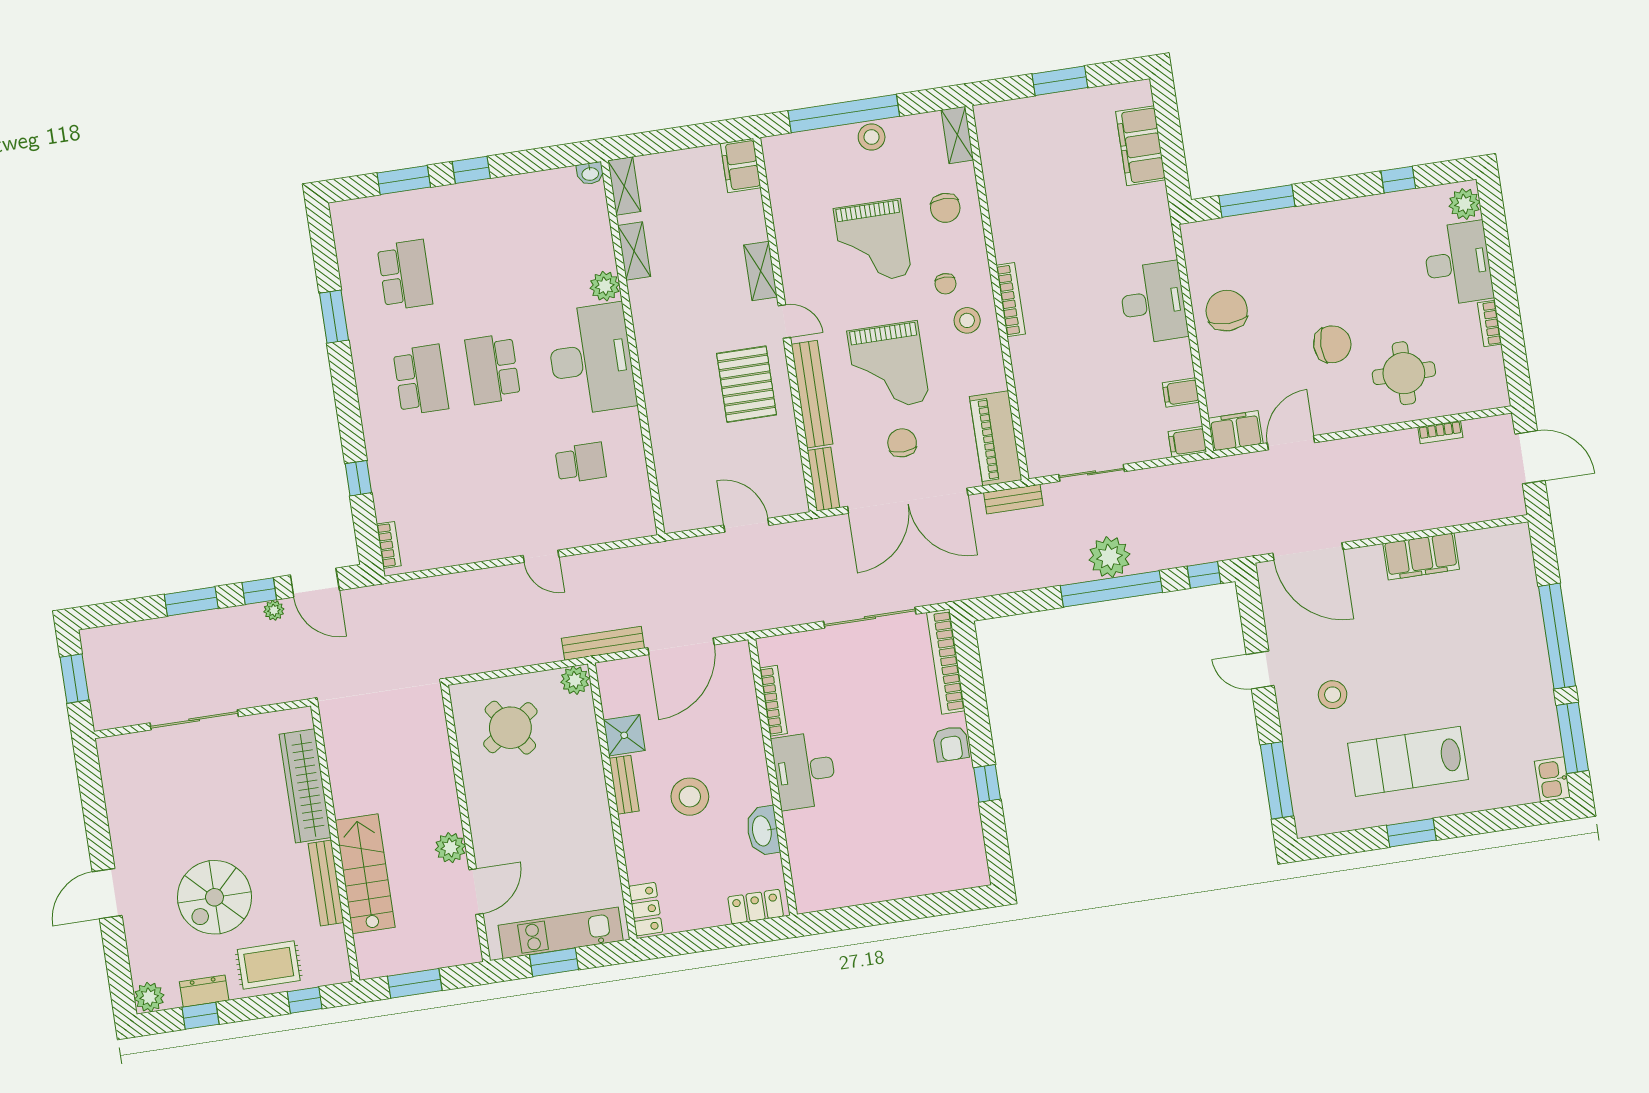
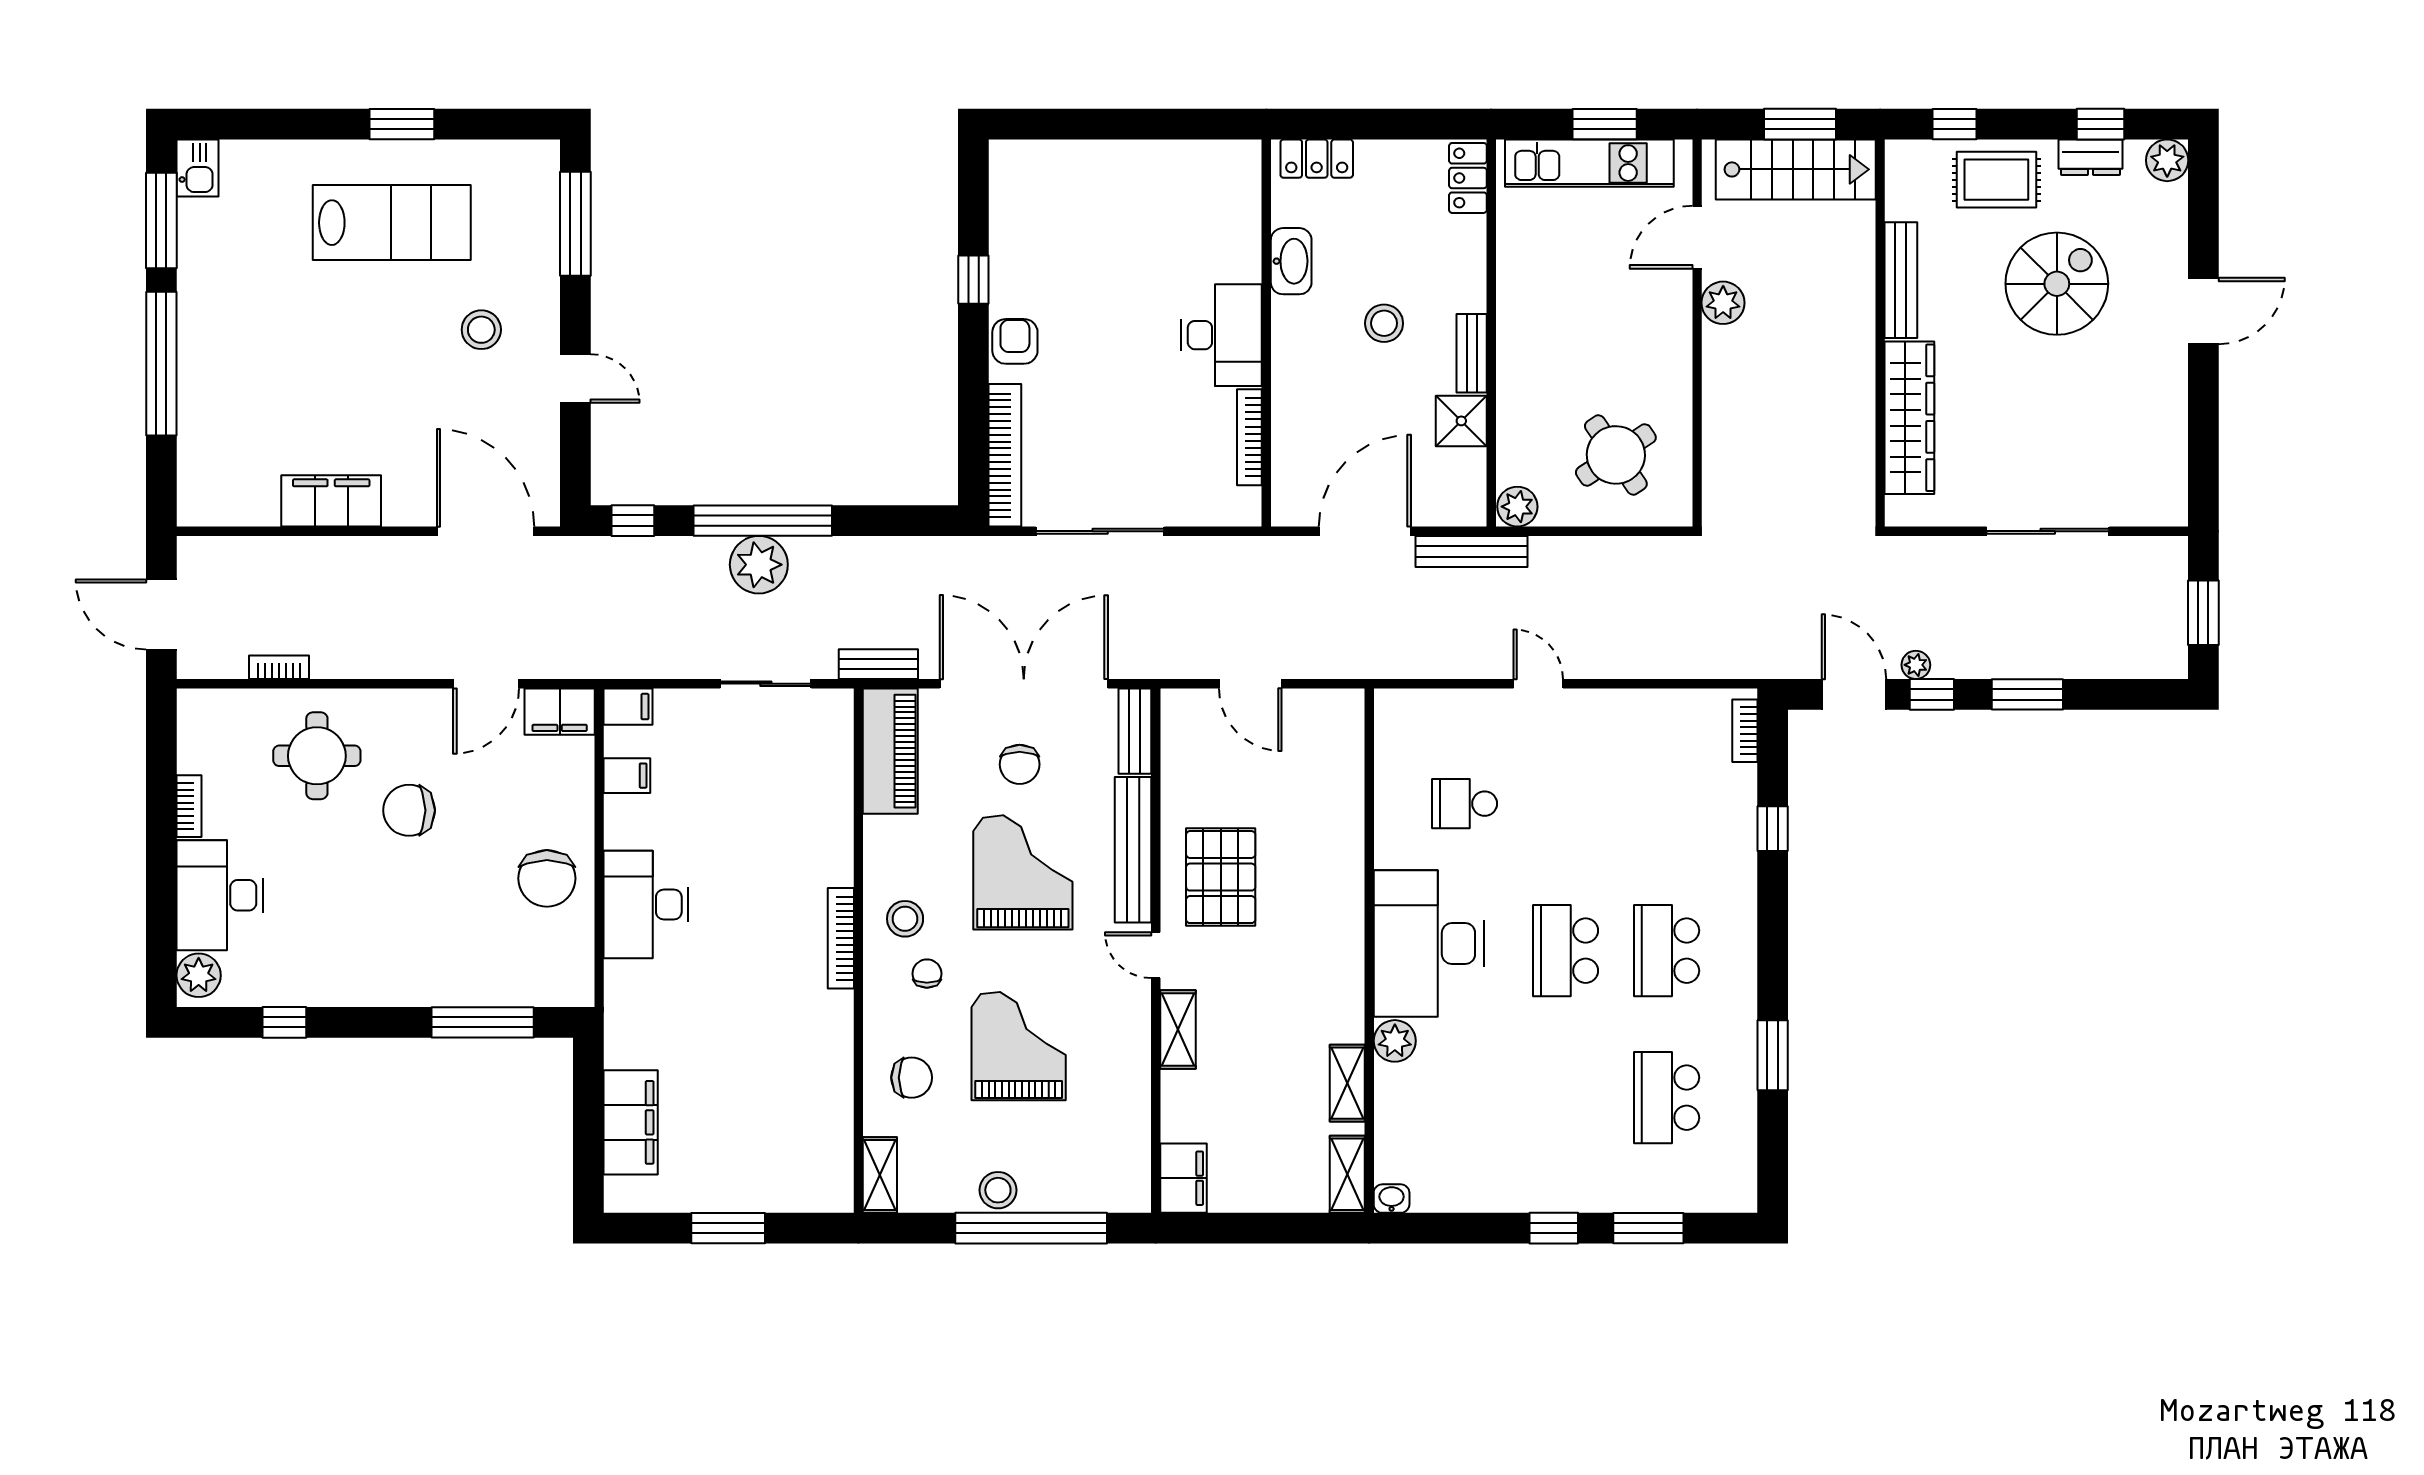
chair: (945, 208) -> (912, 1078), turned 90
school desk: (493, 369) -> (1566, 951), turned 180
stool: (690, 797) -> (1384, 323), width x0.73, depth x0.73
stairs: (365, 874) -> (1796, 169), moved, turned -90

